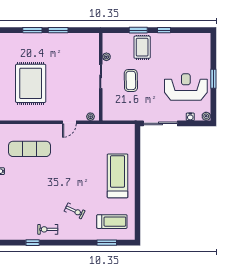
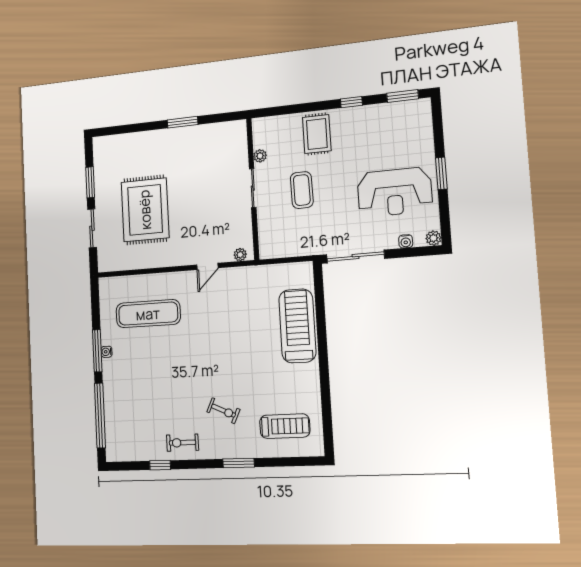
window: (32, 30) -> (144, 127), removed
window: (138, 30) -> (403, 96), moved
reception desk: (186, 87) -> (395, 192), turned 180
treadmill: (118, 176) -> (297, 326), moved
window: (107, 243) -> (239, 463), moved

